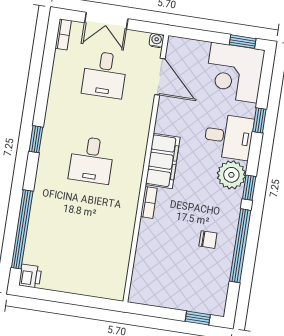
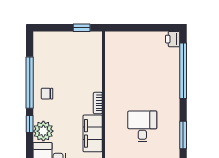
window: (36, 139) -> (183, 135), width x1.50
chair: (208, 240) -> (47, 94), moved
window: (198, 318) -> (82, 28), moved

